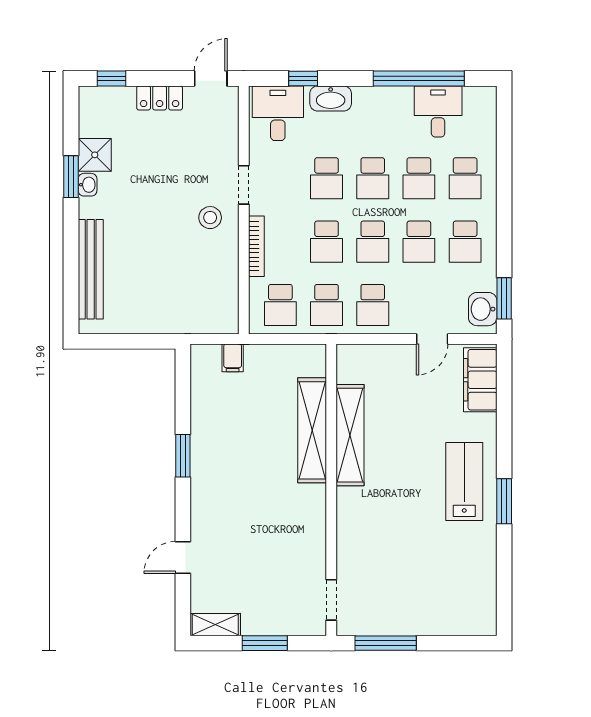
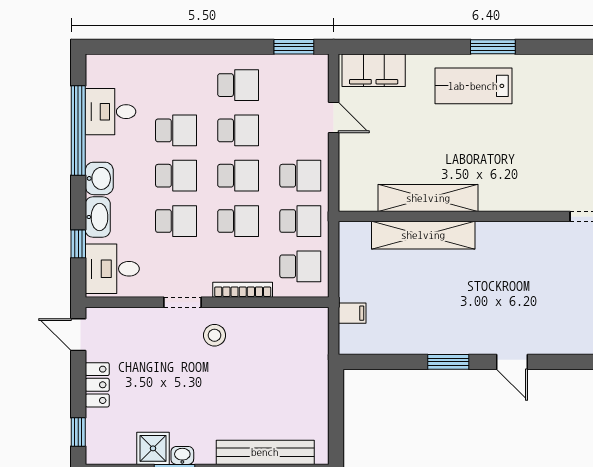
school desk: (465, 178) -> (176, 85), removed
washbasin: (483, 309) -> (99, 178), moved, turned -90
door: (183, 557) -> (512, 362), moved

